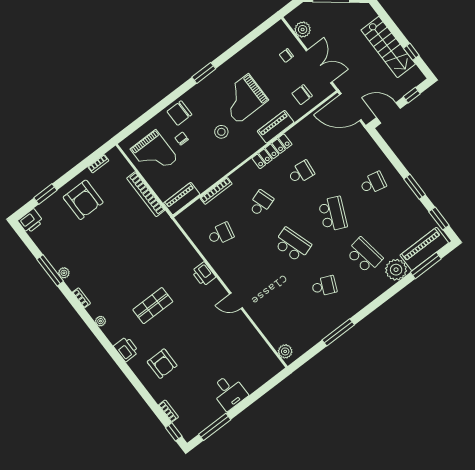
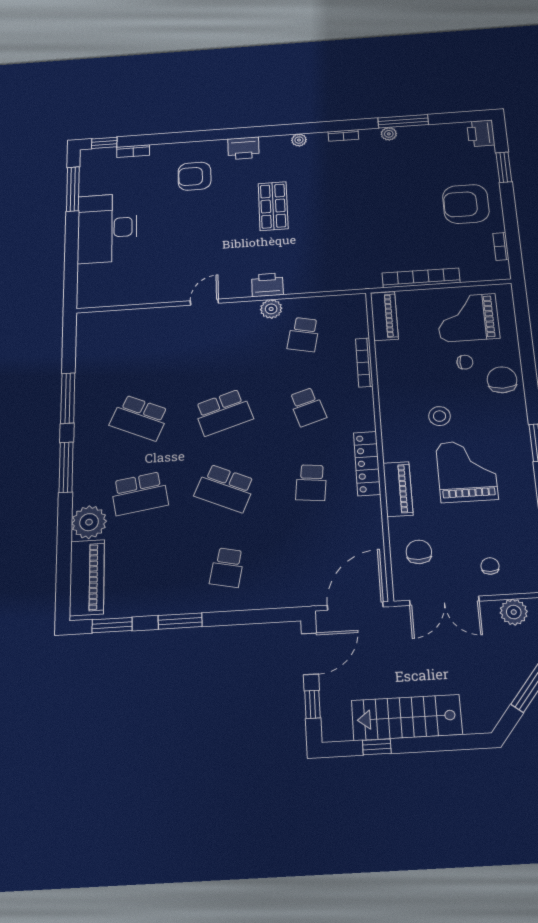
window: (426, 265) -> (66, 467), moved
school desk: (324, 286) -> (140, 418), width x1.85
plant: (285, 351) -> (271, 309), moved
desk: (229, 392) -> (107, 228), width x1.87, depth x1.30

